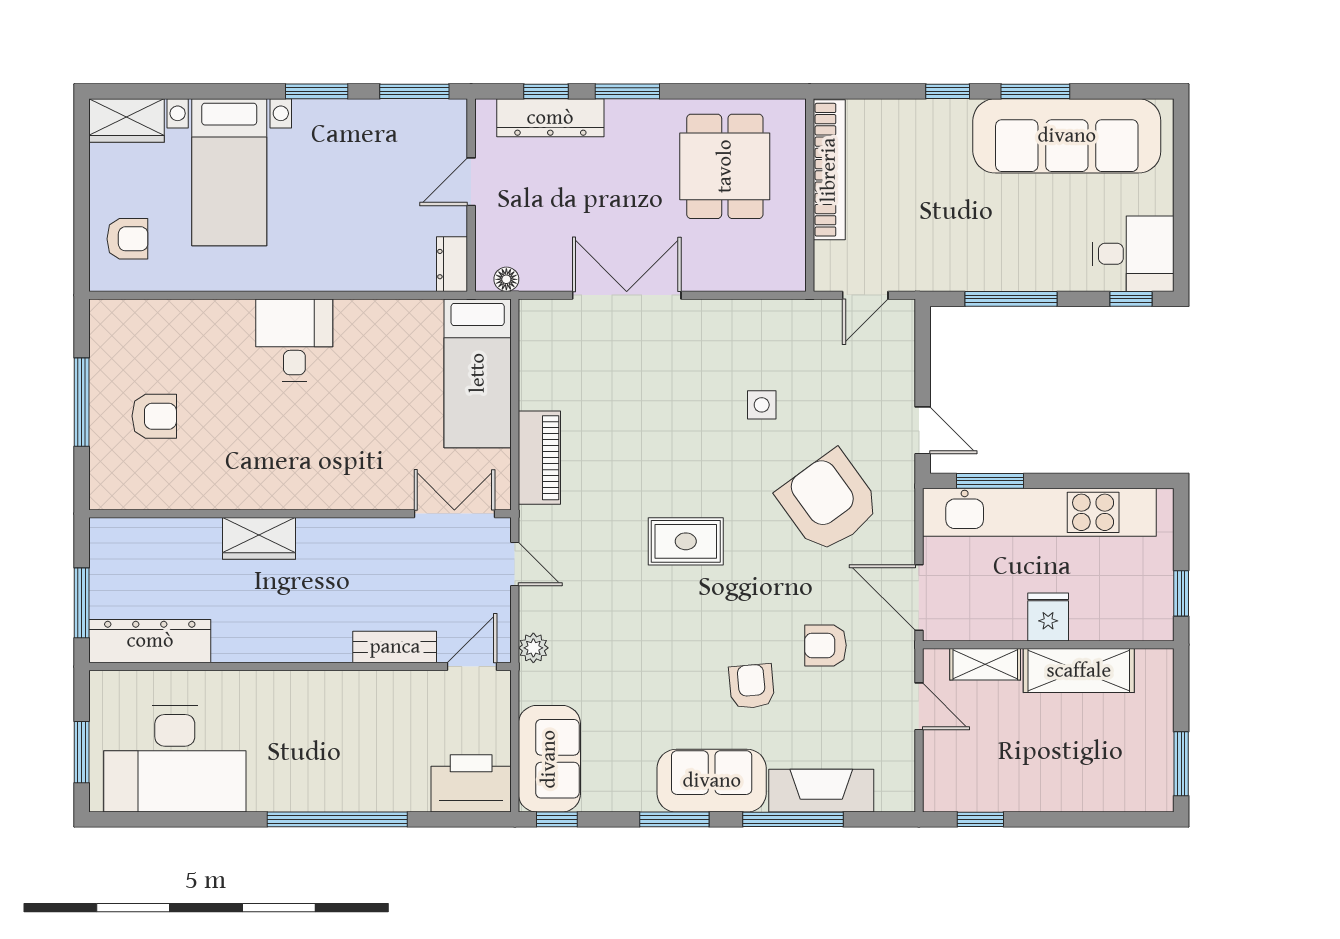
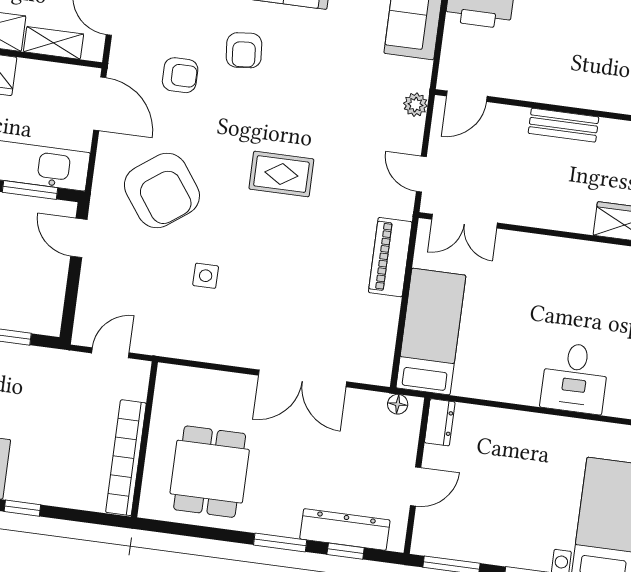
bench: (395, 647) -> (563, 125), moved

